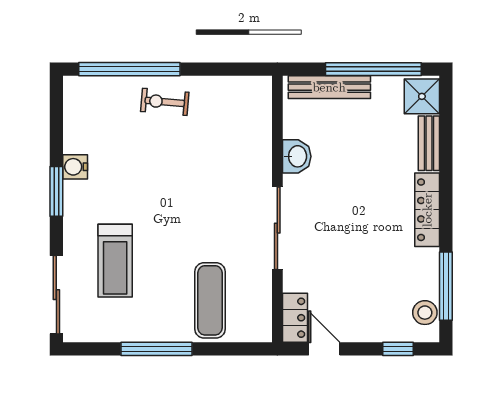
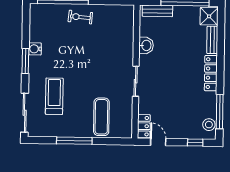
bench: (329, 87) -> (157, 11), width x0.73
sliding door: (277, 228) -> (136, 81), width x0.73
treadmill: (115, 261) -> (54, 96), turned 180

